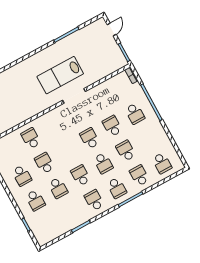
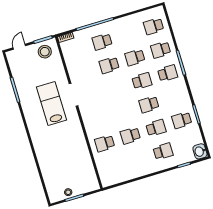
door: (112, 30) -> (19, 47), hinge flipped
stool: (112, 57) -> (45, 52), added
lab bench: (60, 75) -> (52, 104), turned 180
school desk: (135, 114) -> (102, 42), turned 180
school desk: (90, 138) -> (116, 89), removed
school desk: (162, 163) -> (154, 26), turned 180
school desk: (22, 176) -> (137, 159), removed
school desk: (94, 200) -> (182, 120), moved
washbasin: (43, 238) -> (200, 151), added

